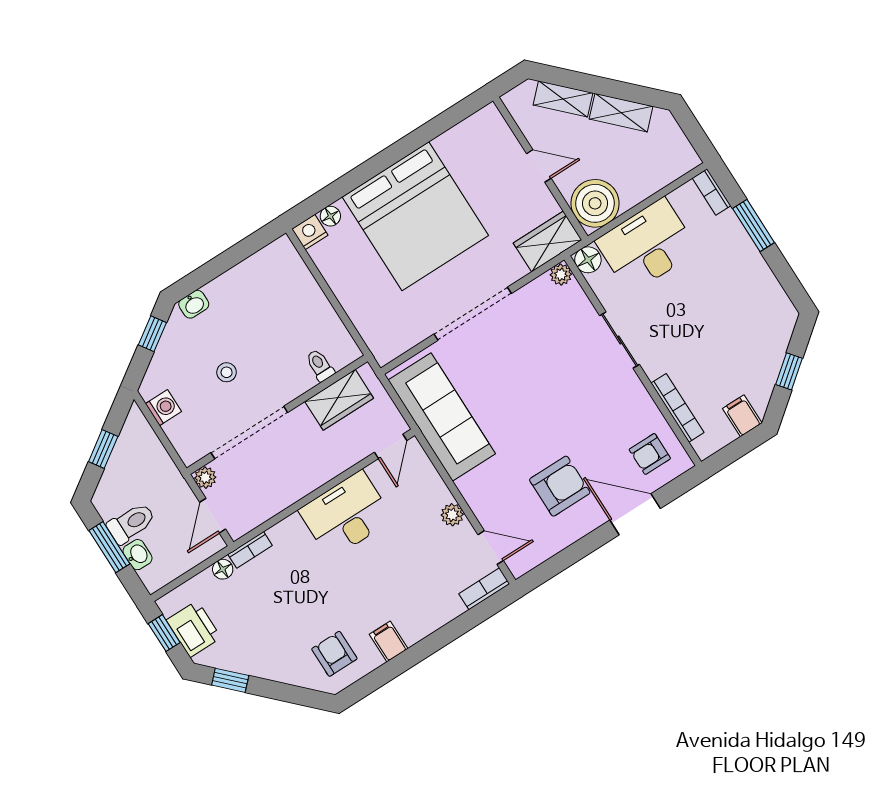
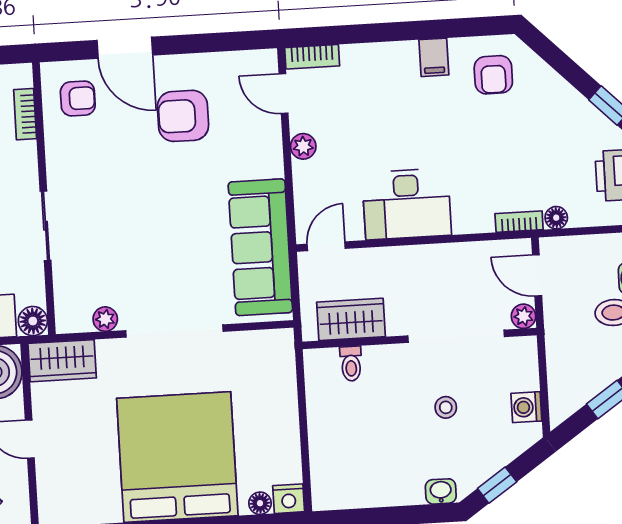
plant: (561, 275) -> (105, 319), moved
bookcase: (677, 408) -> (25, 114), width x0.64
door: (213, 516) -> (537, 275), swing flipped

